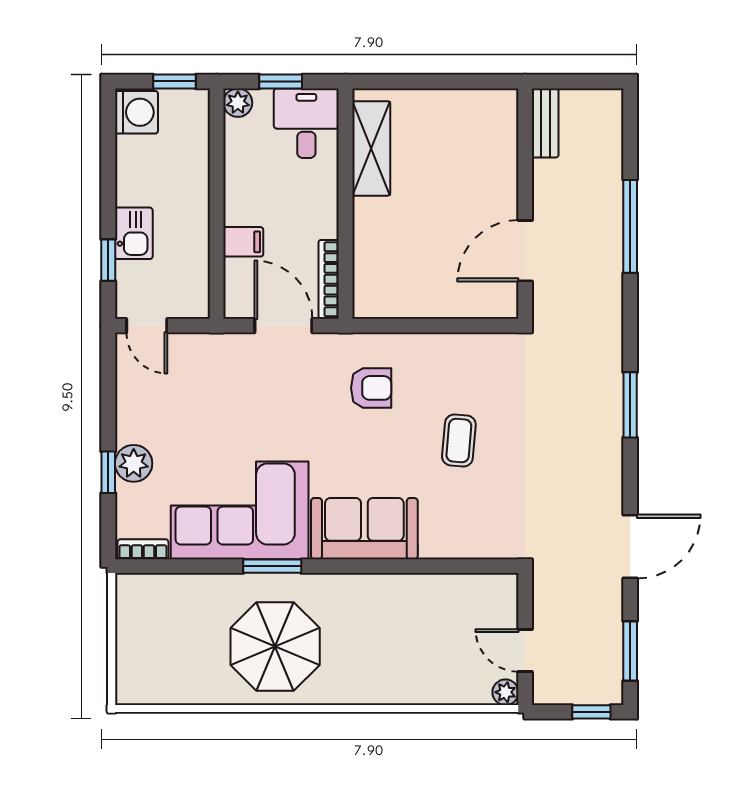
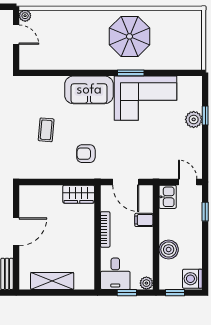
shelving: (371, 148) -> (52, 281), moved, turned 90
boiler: (189, 177) -> (169, 250), added
kitchen sink: (134, 233) -> (168, 197), moved, turned 180
door: (525, 251) -> (16, 232), moved
bookcase: (329, 279) -> (105, 229), moved
wardrobe: (387, 299) -> (79, 194), added
bookcase: (143, 549) -> (189, 81), removed

